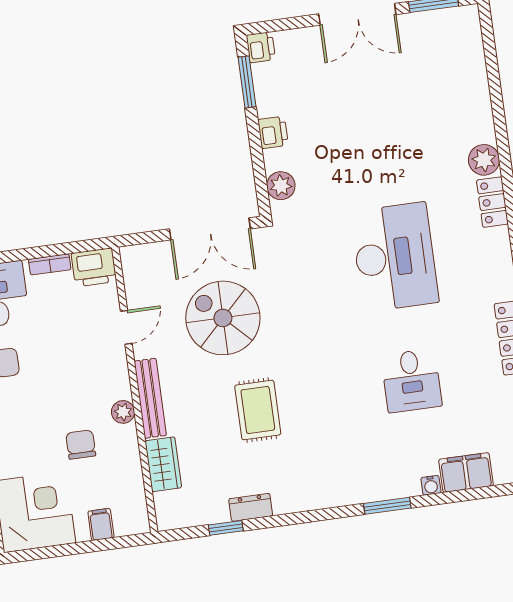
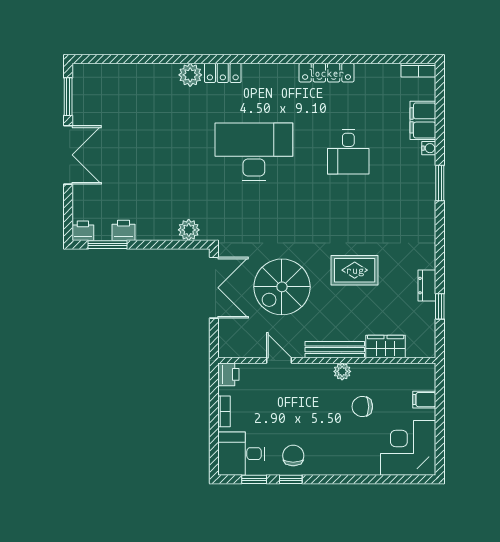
printer: (273, 132) -> (123, 230), moved
printer: (94, 267) -> (228, 374), width x0.73, depth x0.81
desk: (412, 381) -> (348, 152), turned 90

